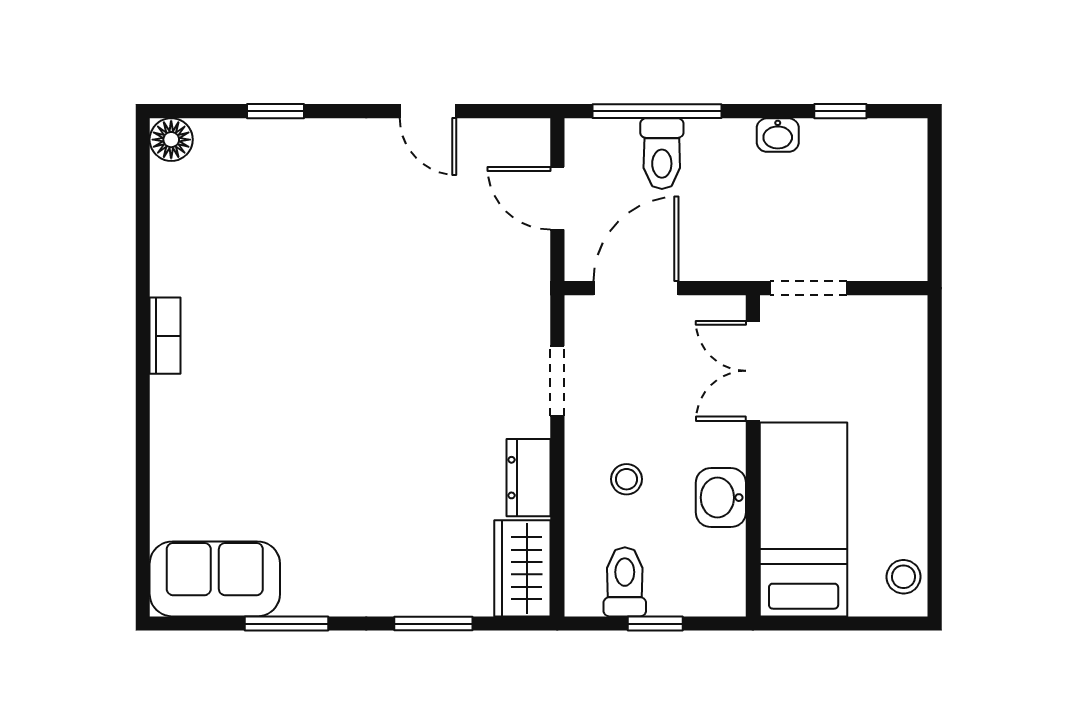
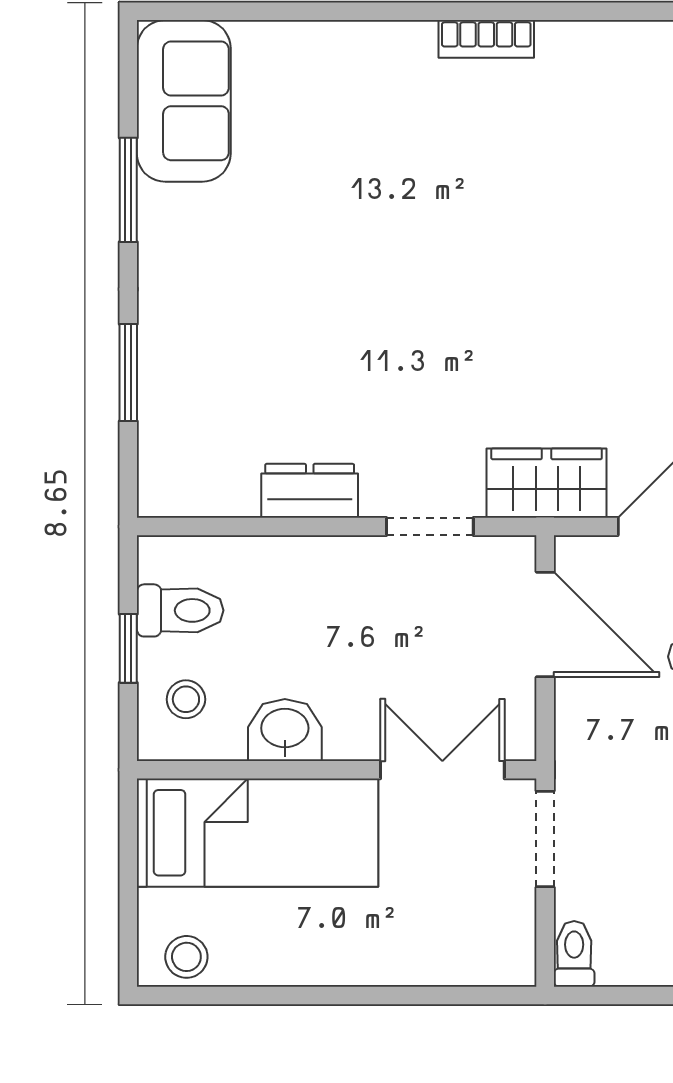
toilet: (901, 265) -> (574, 954), added
stool: (626, 479) -> (186, 699), moved
wardrobe: (522, 568) -> (547, 483), moved

